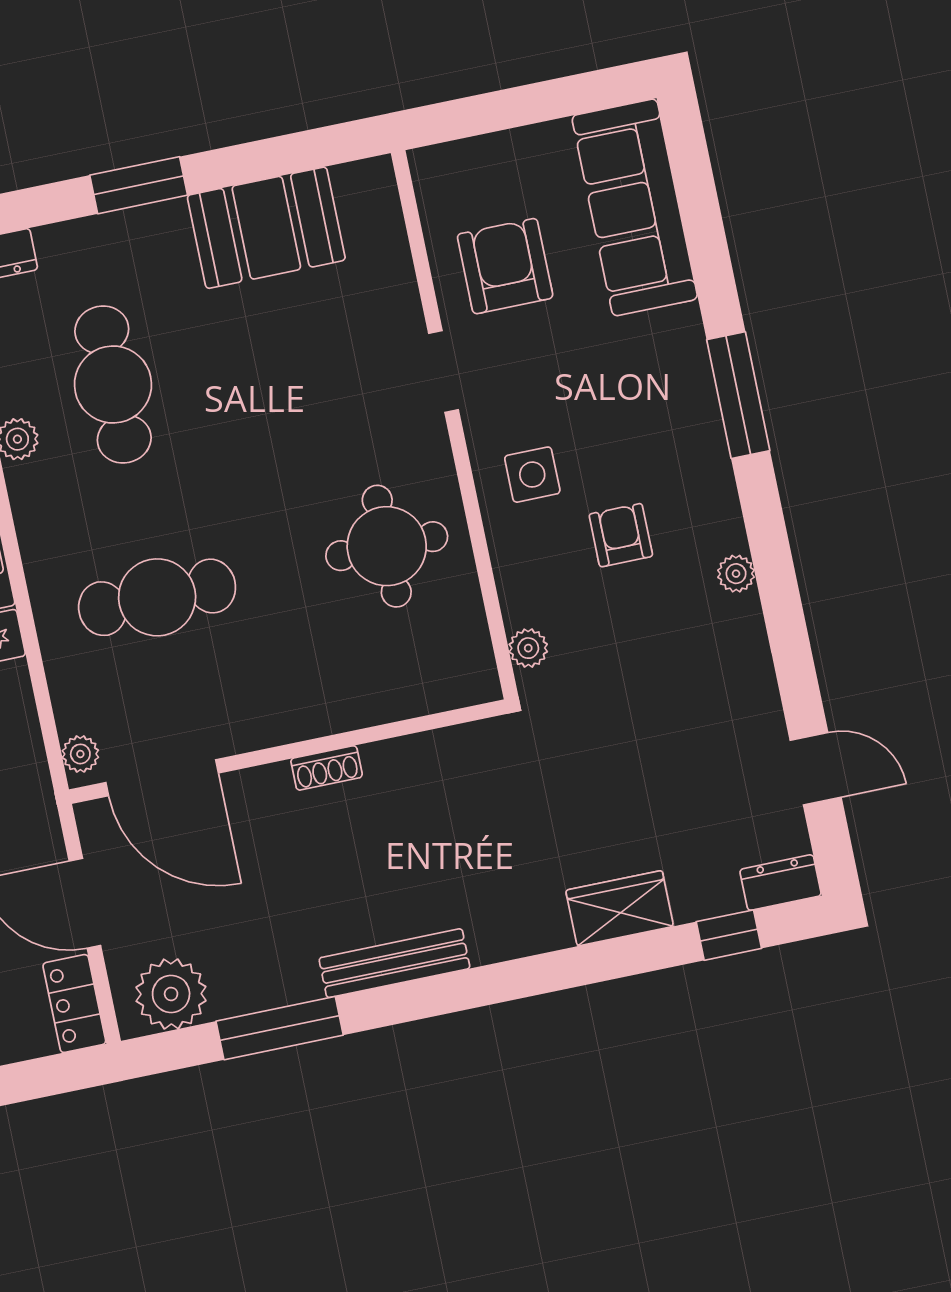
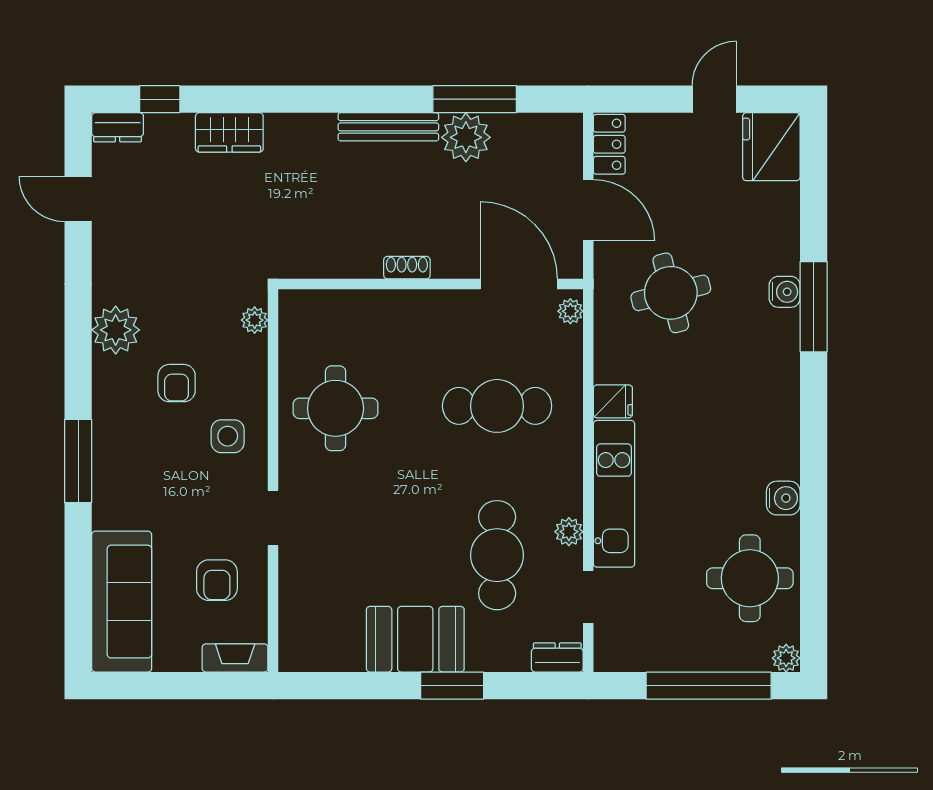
fireplace: (456, 160) -> (235, 658), added
booth: (266, 228) -> (415, 639), moved
armchair: (505, 266) -> (217, 580), width x0.72, depth x0.72
plant: (736, 574) -> (116, 330), width x1.88, depth x1.88
plant: (171, 994) -> (466, 137), moved

